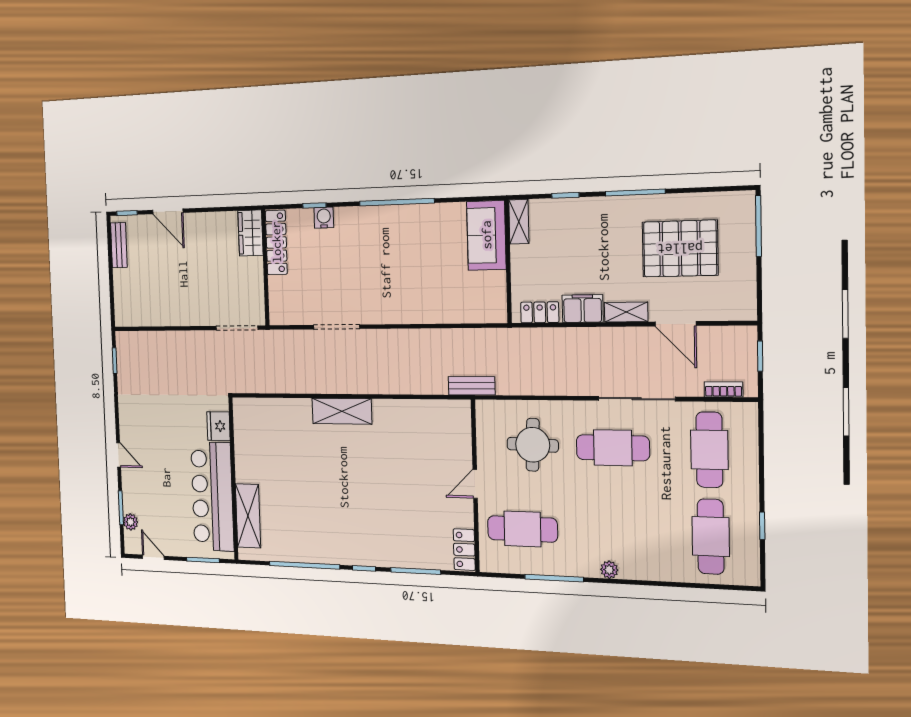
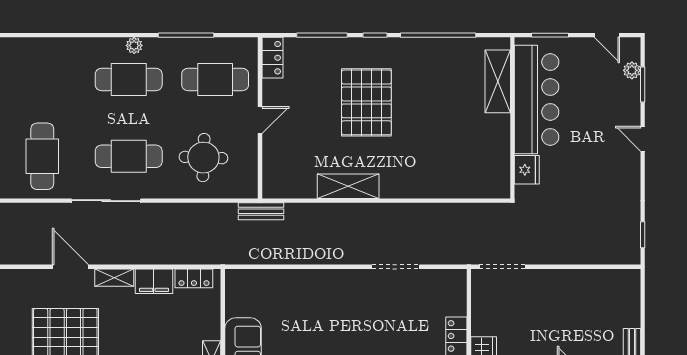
bookcase: (723, 389) -> (29, 209), removed
shelving: (342, 411) -> (348, 186), moved
pallet: (370, 499) -> (366, 102), added
cafe table: (711, 537) -> (129, 79), moved, turned 90

